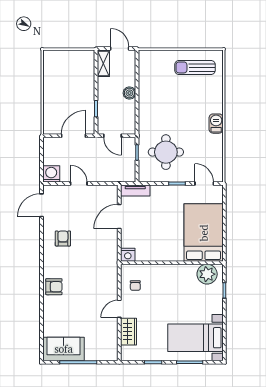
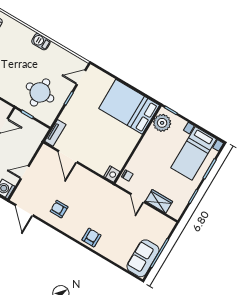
bed: (204, 233) -> (129, 107), moved
nightstand: (128, 255) -> (112, 174), moved
wall: (172, 263) -> (138, 144), moved
plant: (207, 274) -> (162, 123), moved

